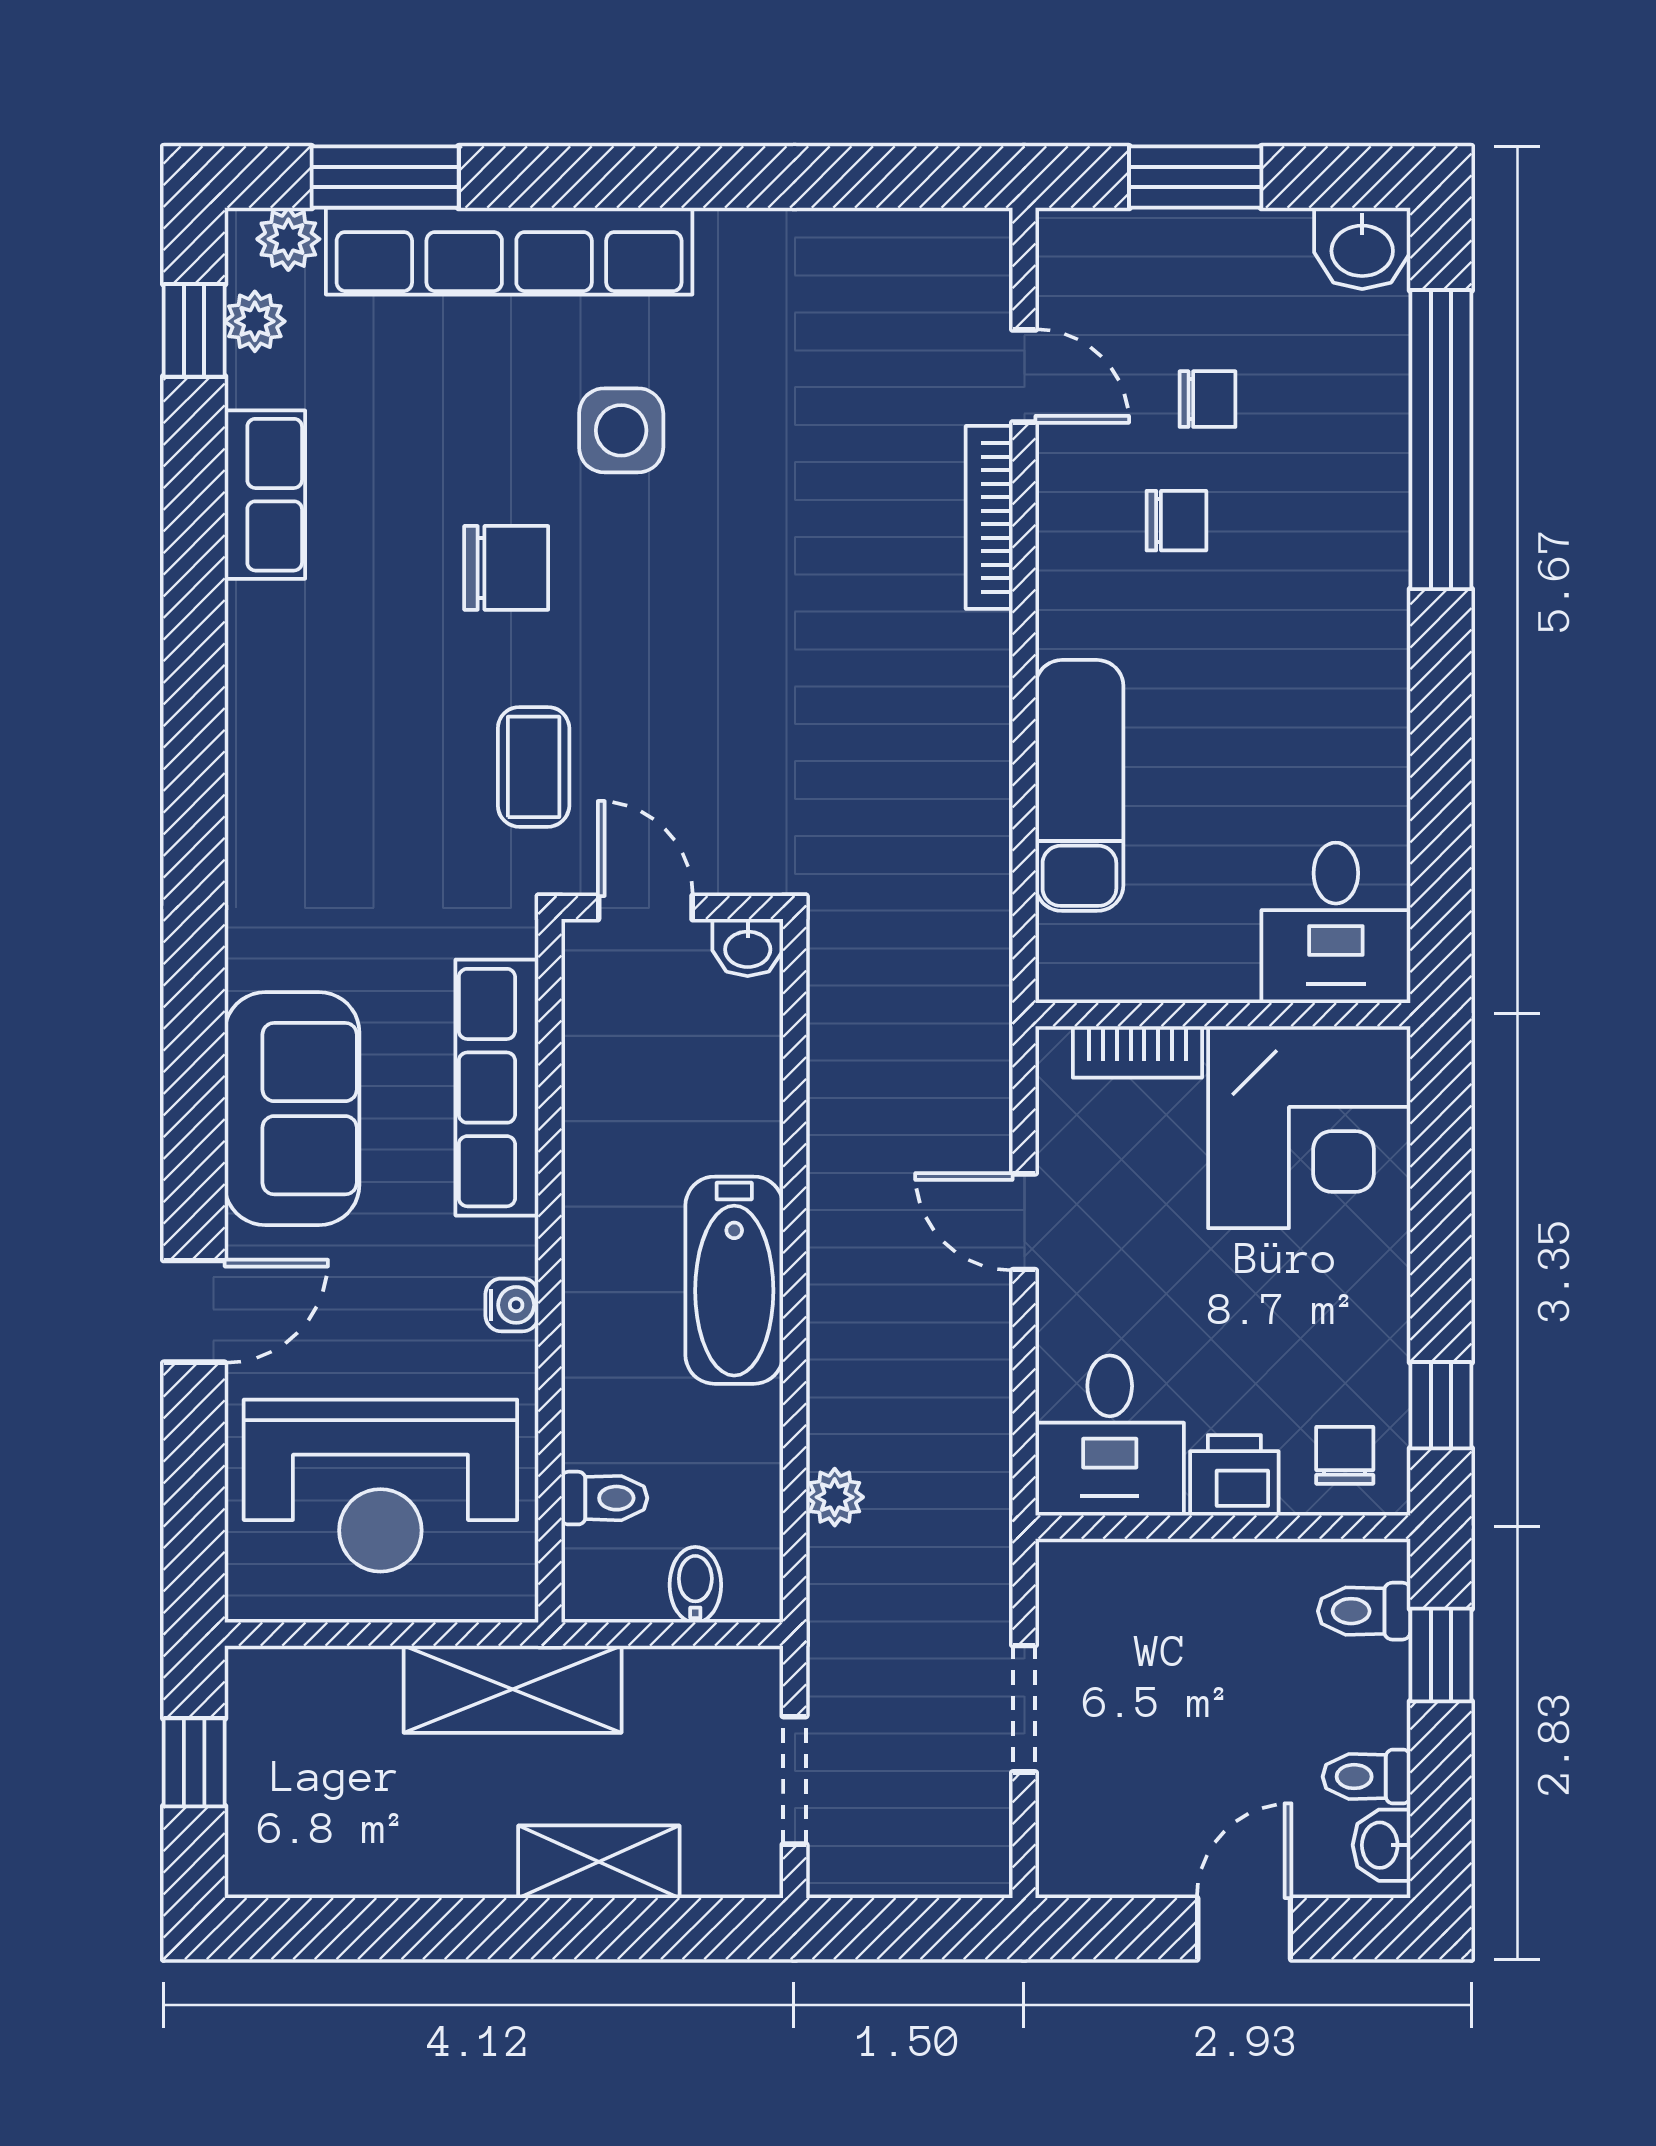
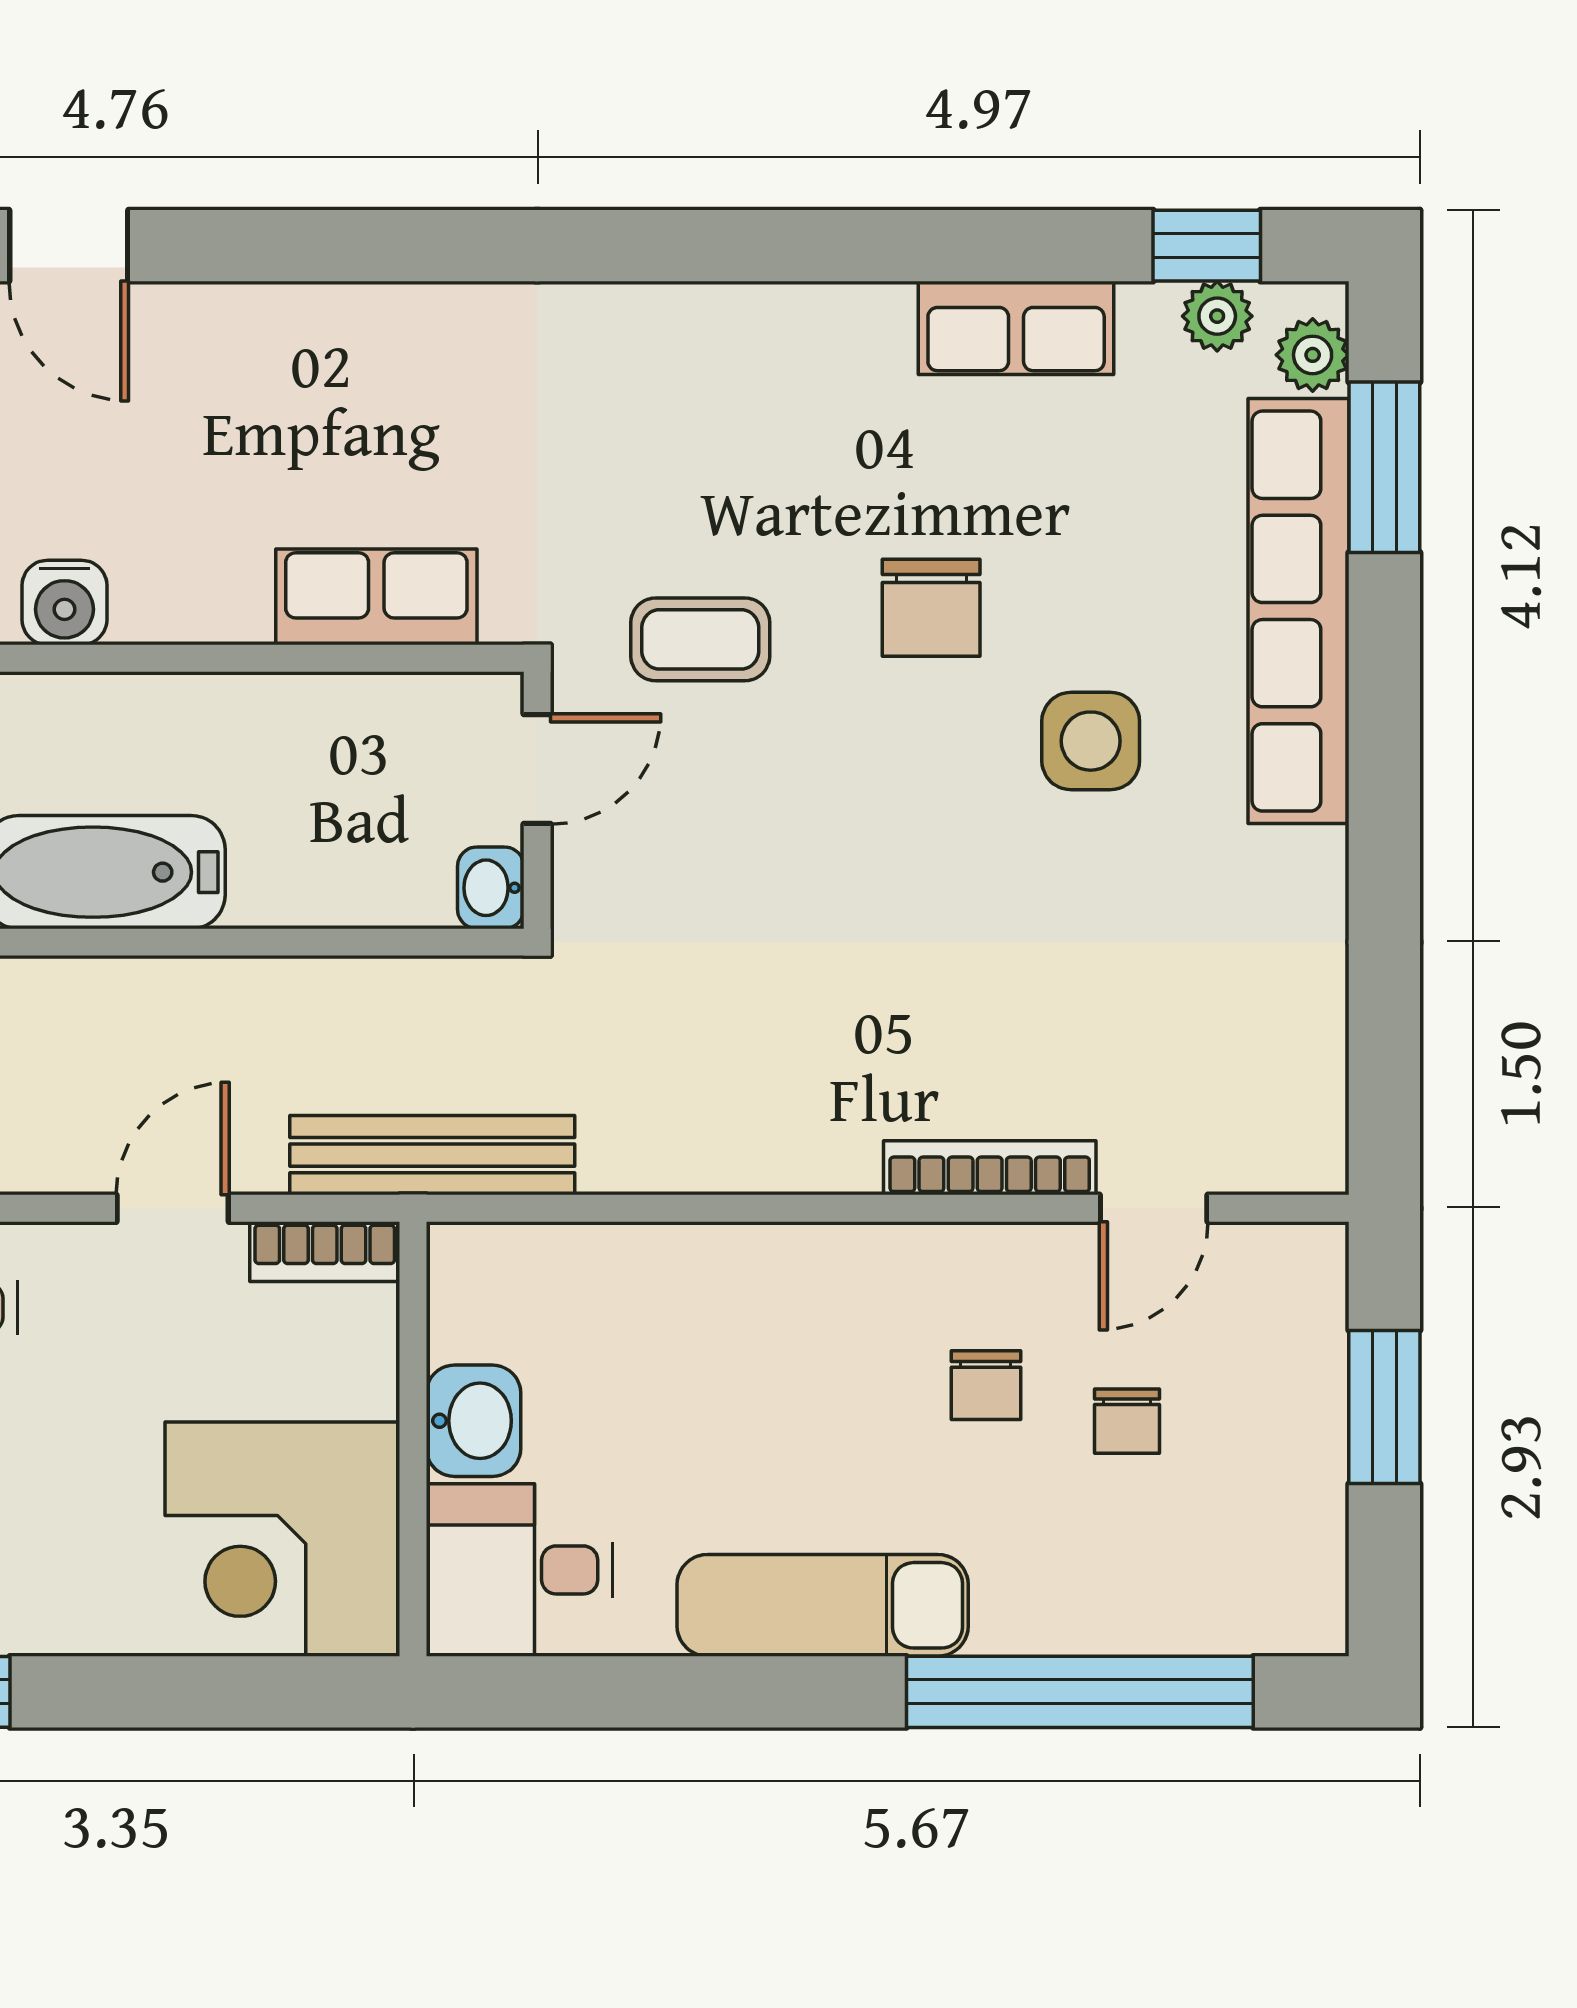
washbasin: (1362, 248) -> (473, 1421), moved, turned 180
exam couch: (1079, 785) -> (823, 1605), moved, turned 180
bench: (978, 998) -> (432, 1155), added
bookcase: (1137, 1052) -> (325, 1252), moved, turned -90
row of seats: (497, 1088) -> (376, 597), width x0.68
sofa: (292, 1109) -> (304, 359), removed
water cooler: (512, 1305) -> (64, 603), width x1.38, depth x1.38

